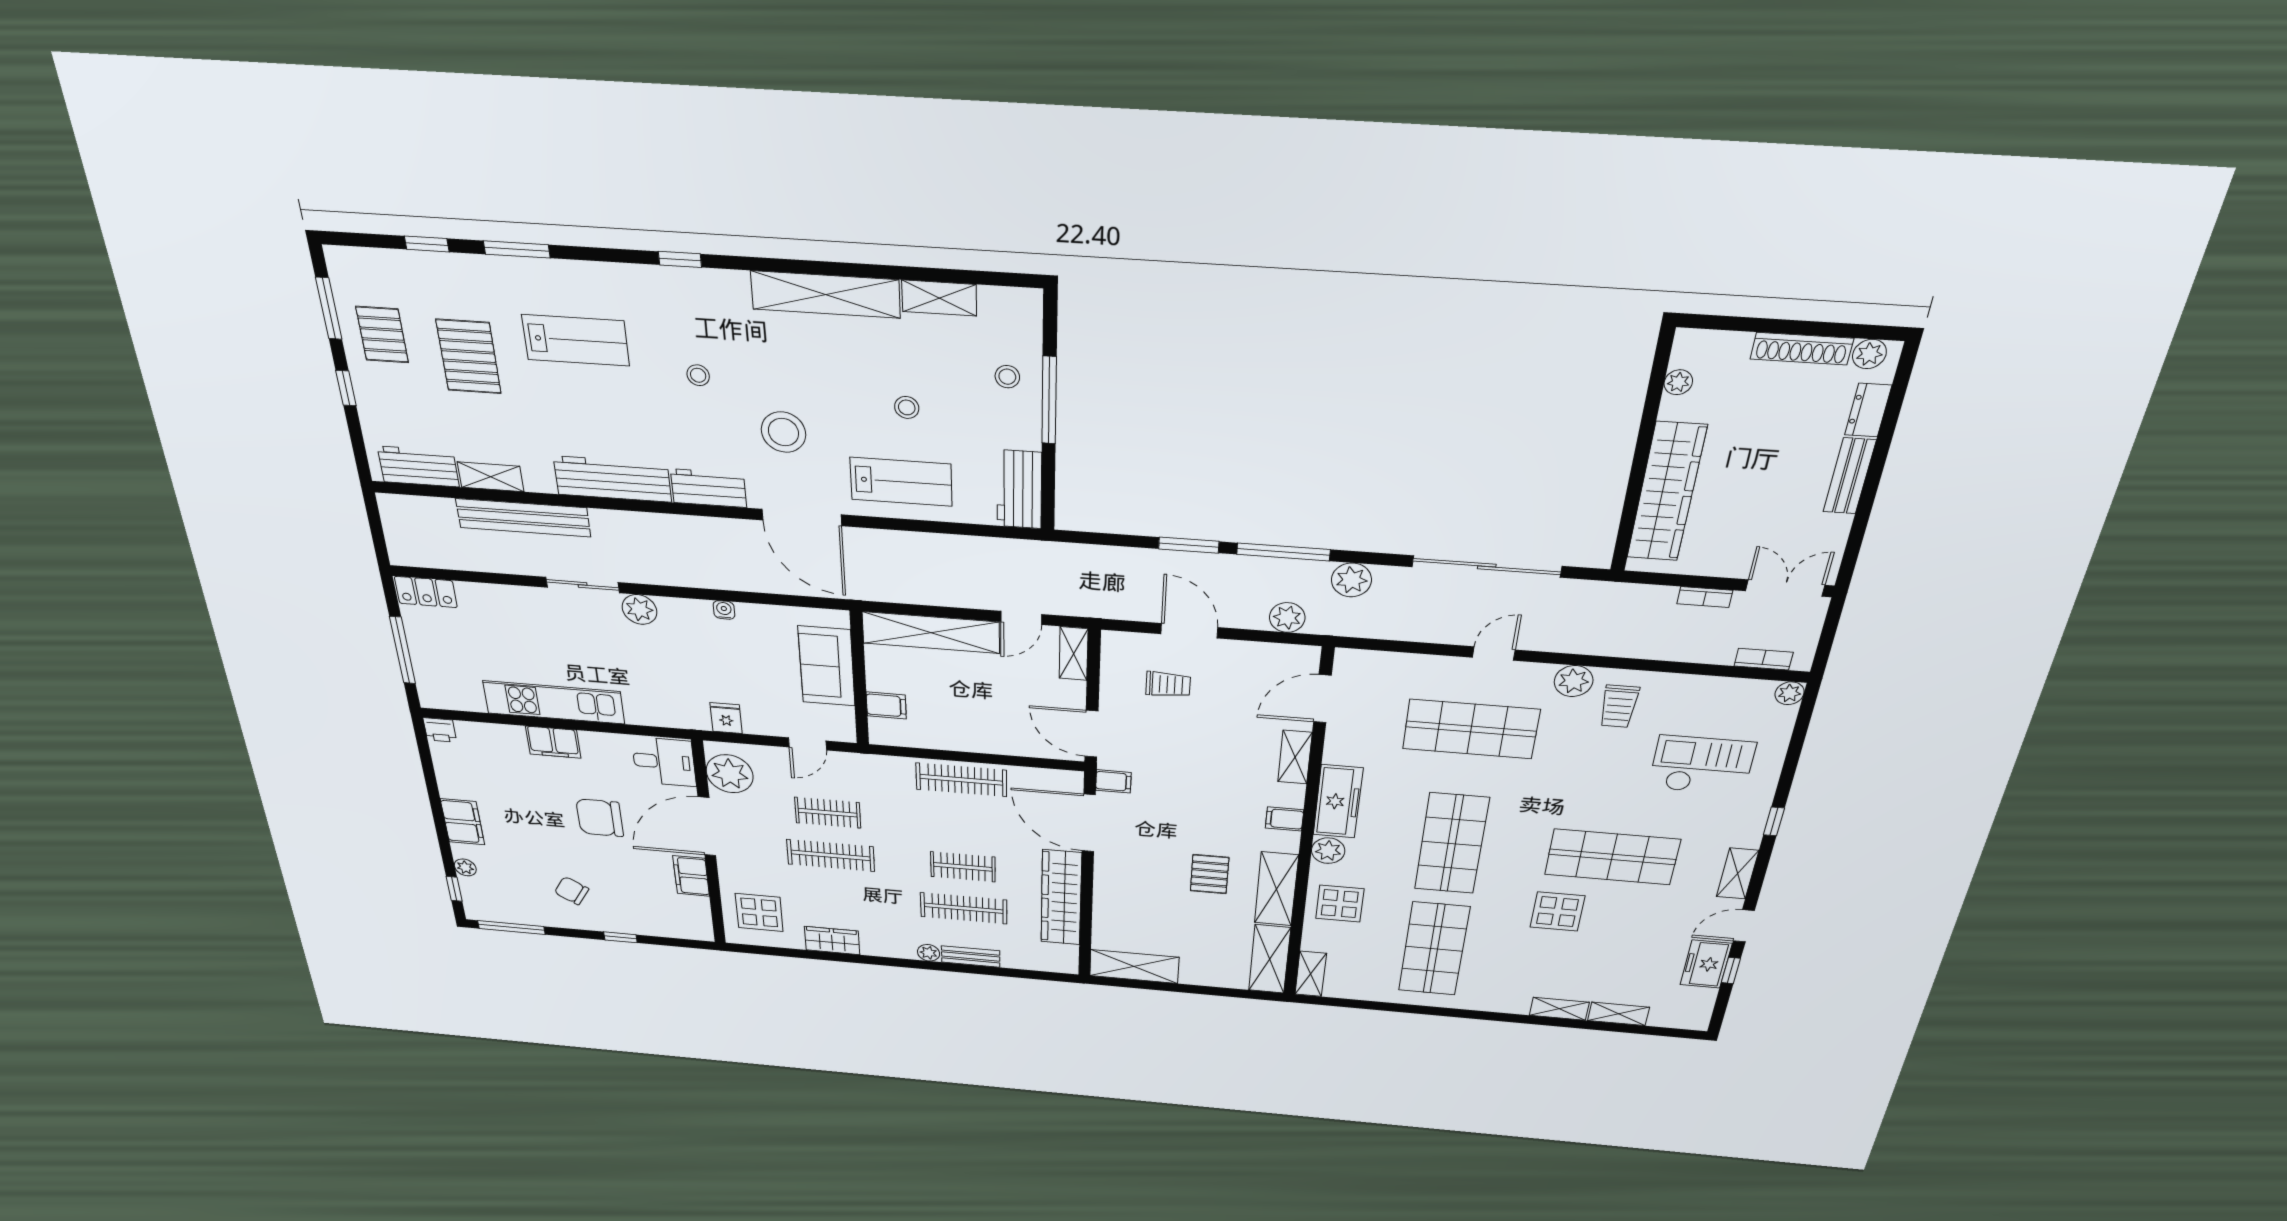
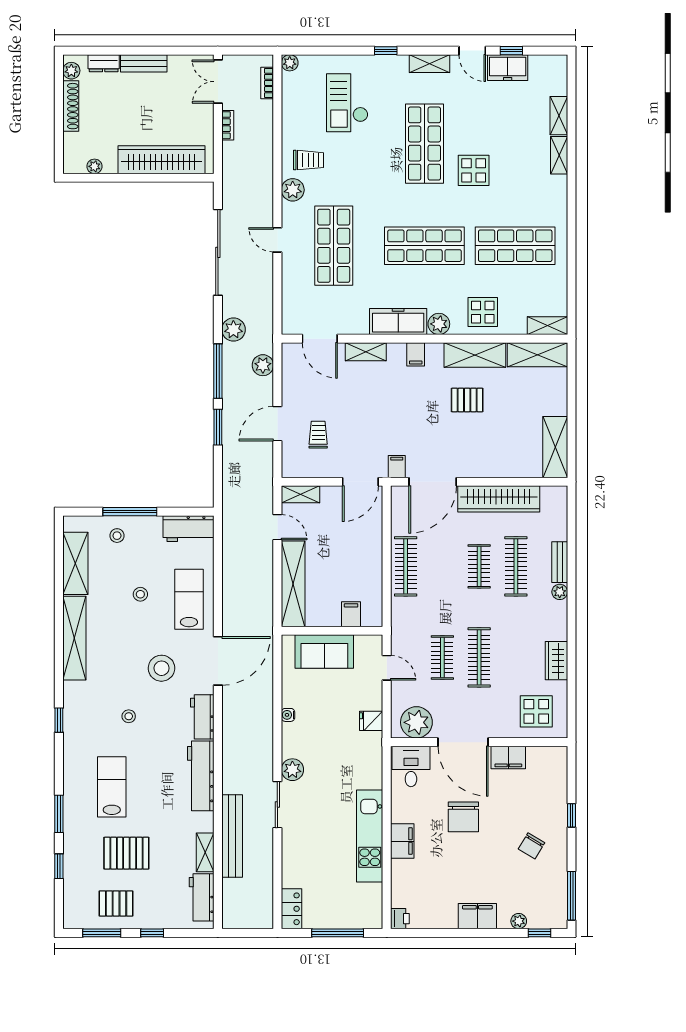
shelving: (939, 298) -> (75, 563), width x1.50, depth x1.33

